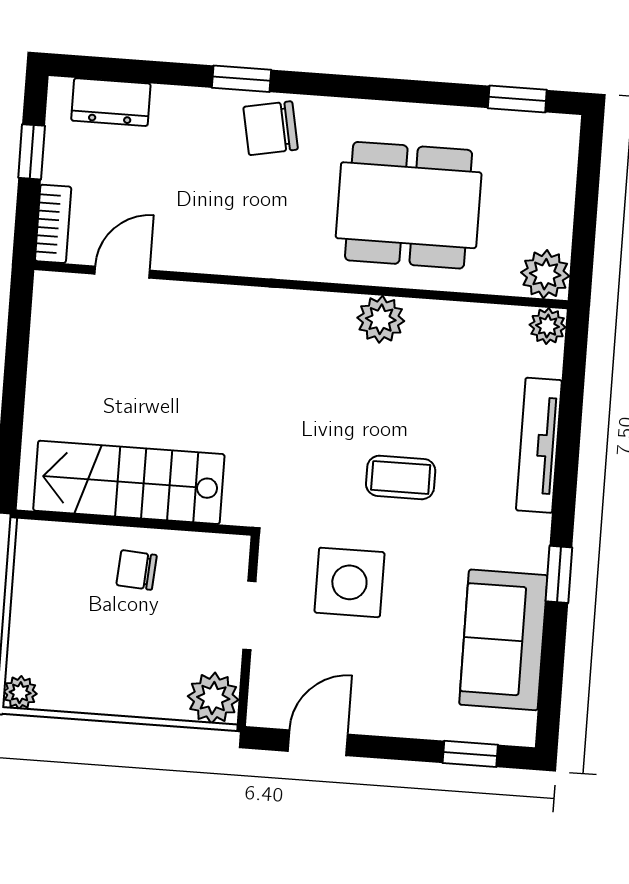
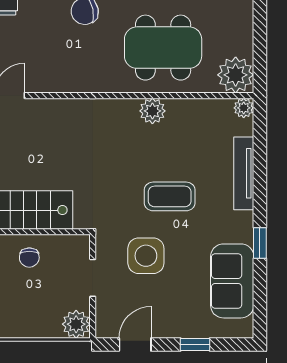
plant: (545, 274) -> (236, 75), width x1.36, depth x1.36
coffee table: (401, 477) -> (170, 196), width x1.36, depth x1.30
chair: (137, 570) -> (29, 258), turned -94
window: (470, 754) -> (195, 344), moved

